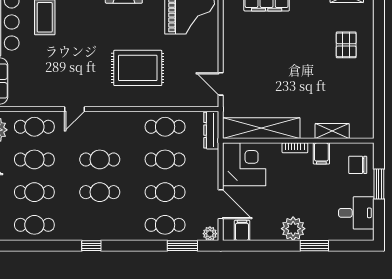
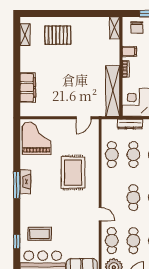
pallet: (346, 45) -> (58, 35), width x1.50, depth x1.42
dresser: (211, 130) -> (130, 124), moved
shelving: (332, 131) -> (115, 28), moved

